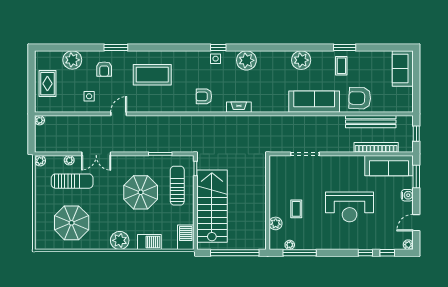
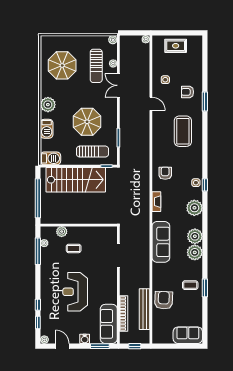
plant: (72, 60) -> (195, 236), moved
sofa: (314, 102) -> (161, 242), moved

